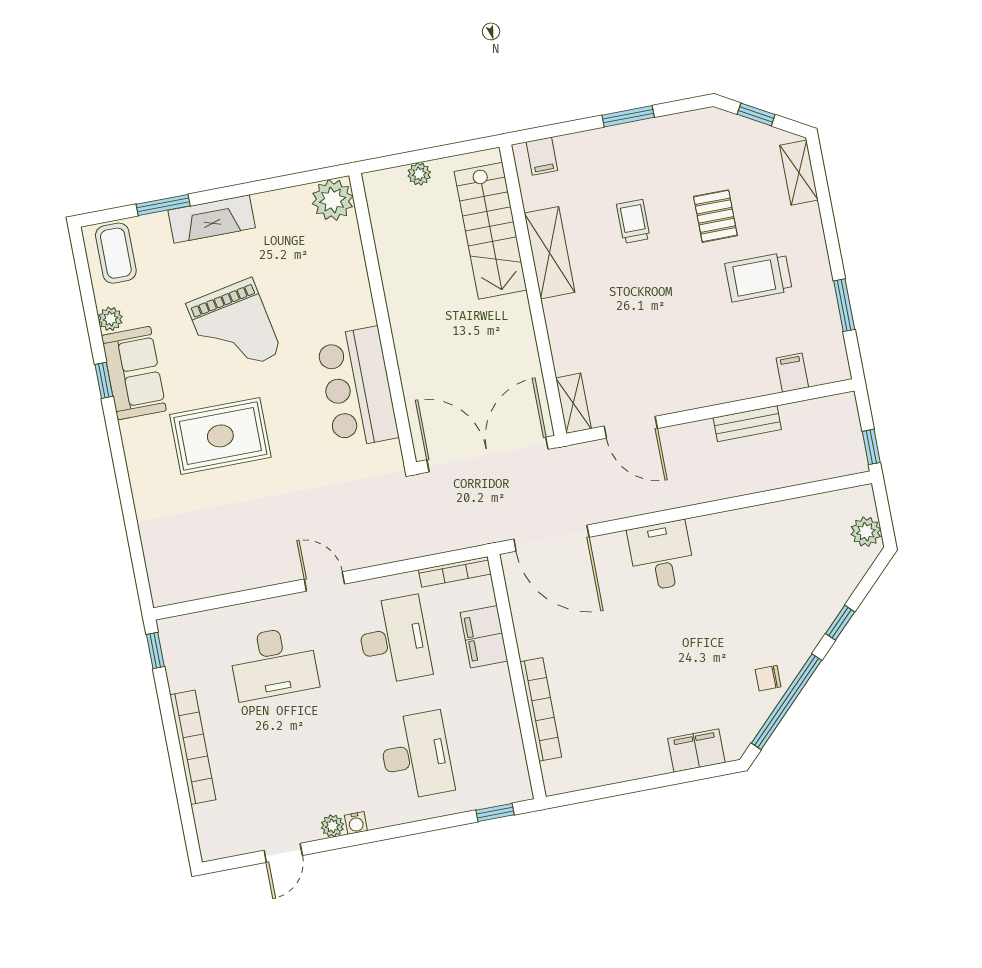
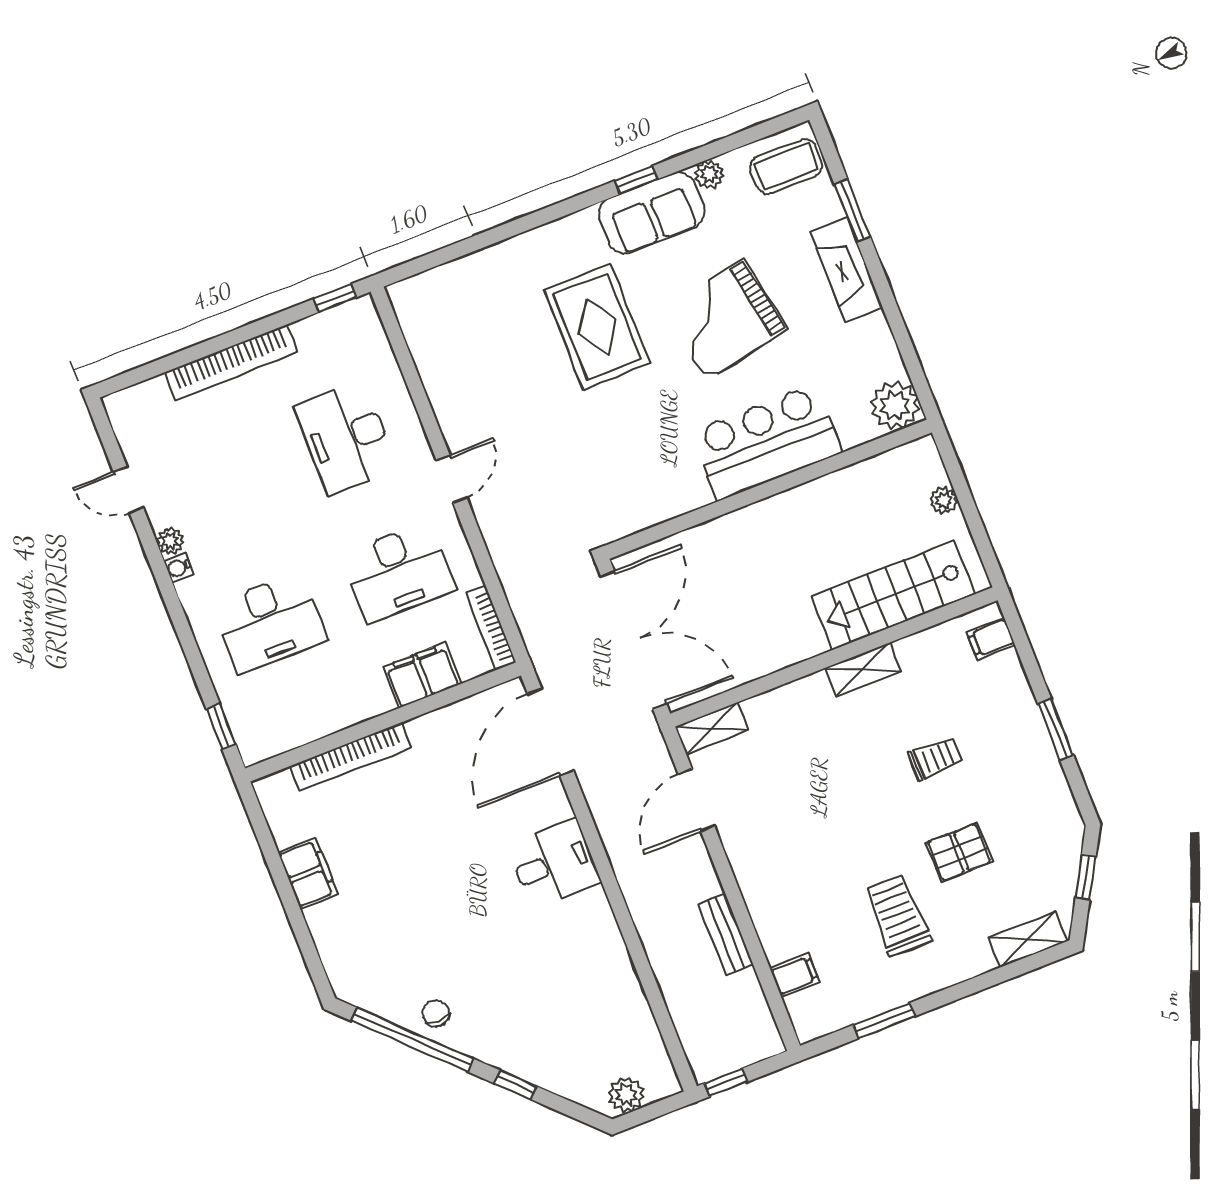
shelving: (550, 253) -> (863, 670), width x0.67, depth x0.75
bar counter: (357, 388) -> (766, 442), moved
filing cabinet: (696, 750) -> (308, 873), moved

